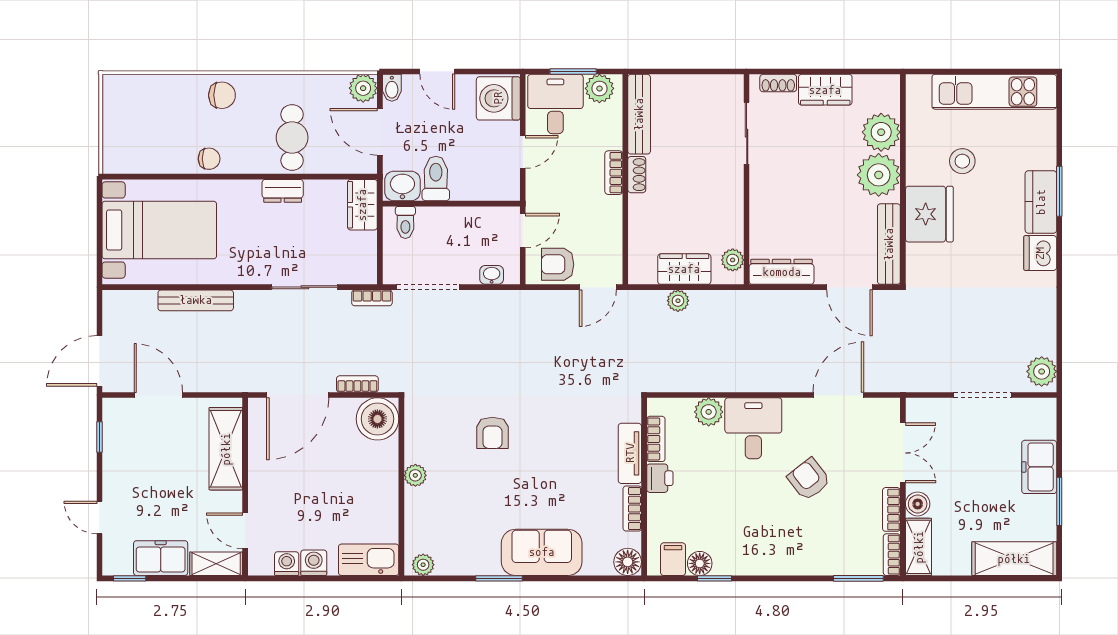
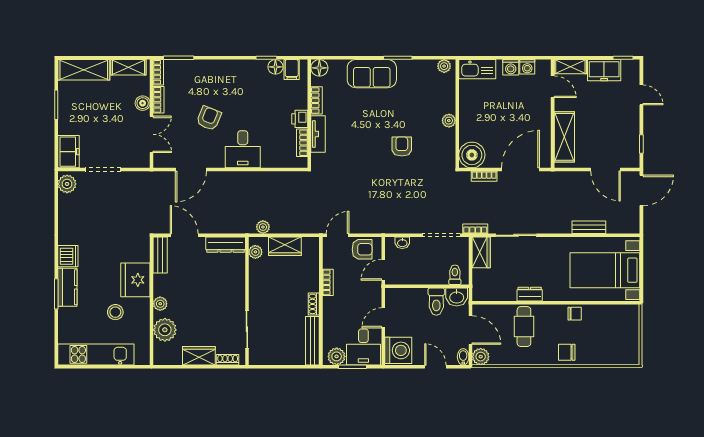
chair: (209, 159) -> (575, 314), turned 180
bookcase: (614, 173) -> (328, 282), moved
plant: (879, 175) -> (160, 304), width x0.53, depth x0.53
wardrobe: (362, 205) -> (481, 252), moved
bench: (889, 244) -> (160, 255), width x0.73
bench: (196, 300) -> (589, 227), width x0.73
plant: (678, 301) -> (263, 227), moved
plant: (709, 412) -> (270, 159), removed
double door: (903, 453) -> (152, 134), swing flipped
freezer: (1039, 467) -> (68, 152), moved
armchair: (809, 479) -> (209, 118), turned -120
shelving: (919, 547) -> (128, 67), moved, turned 90

